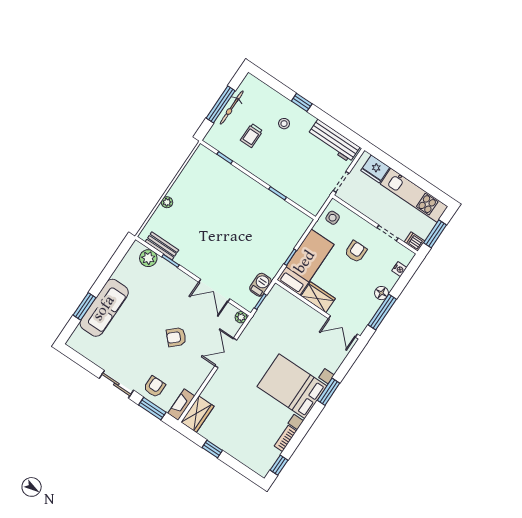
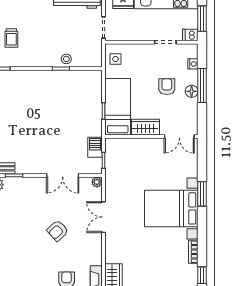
stool: (284, 124) -> (66, 59), moved
armchair: (356, 251) -> (167, 87), moved
window: (382, 312) -> (202, 85), moved

